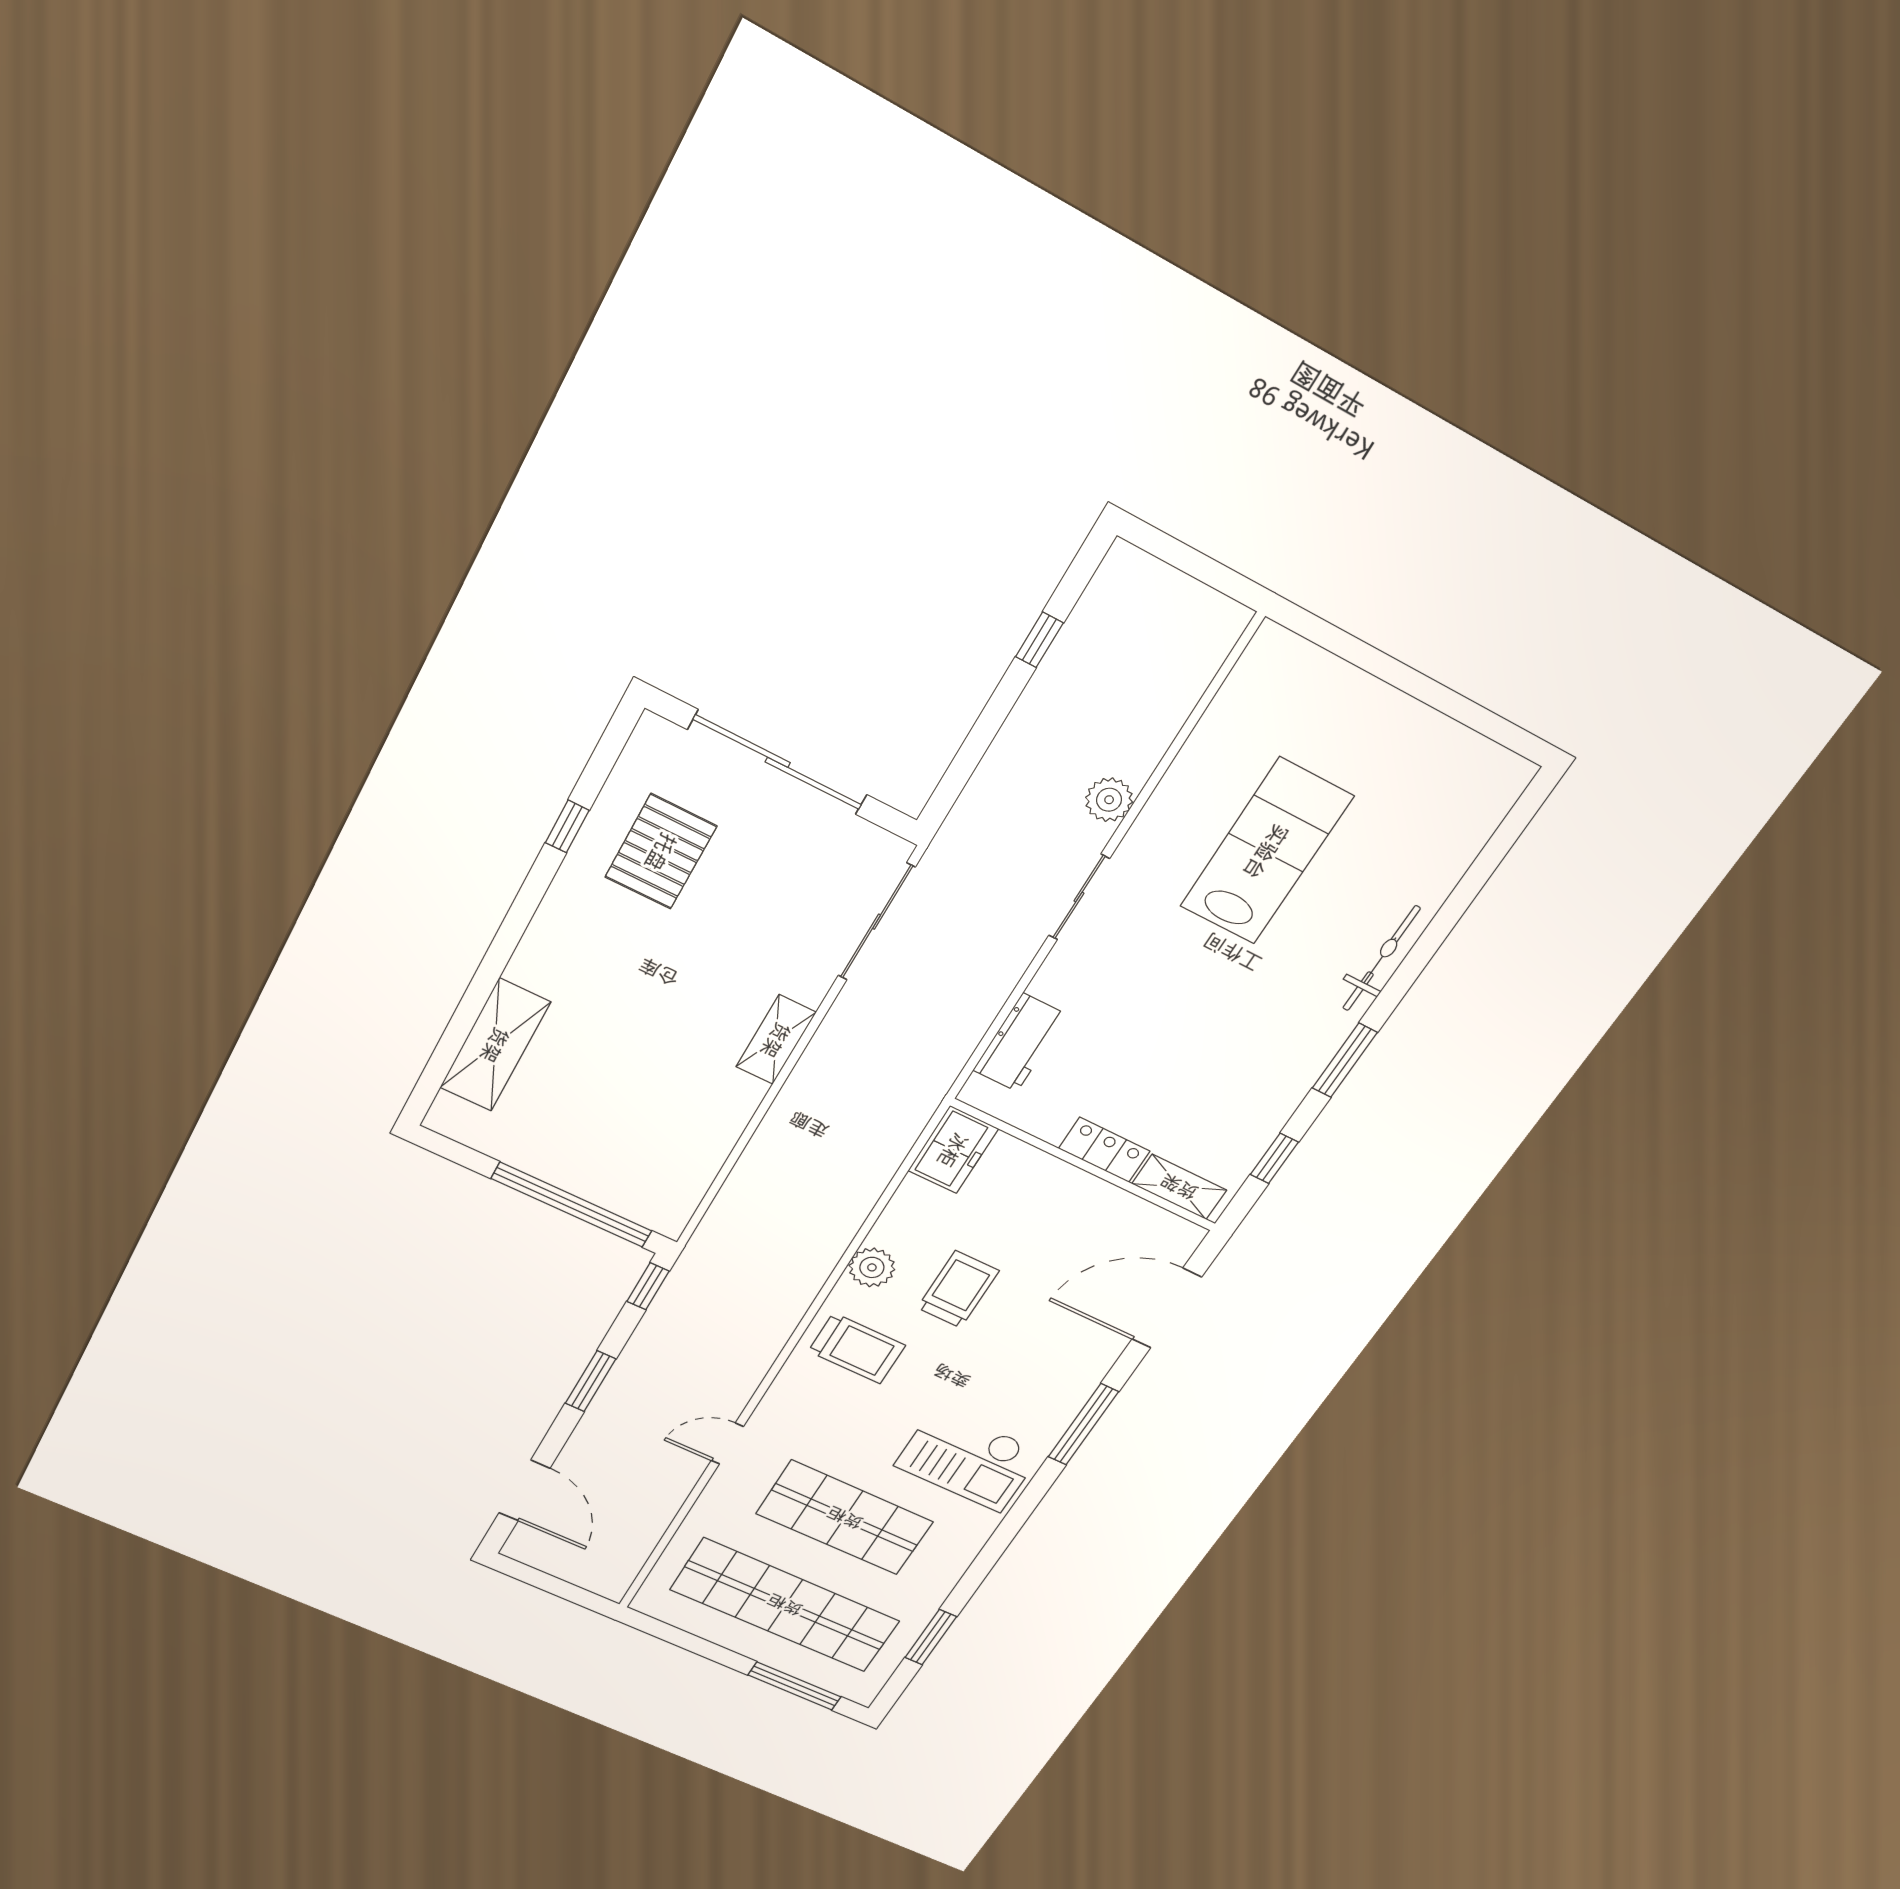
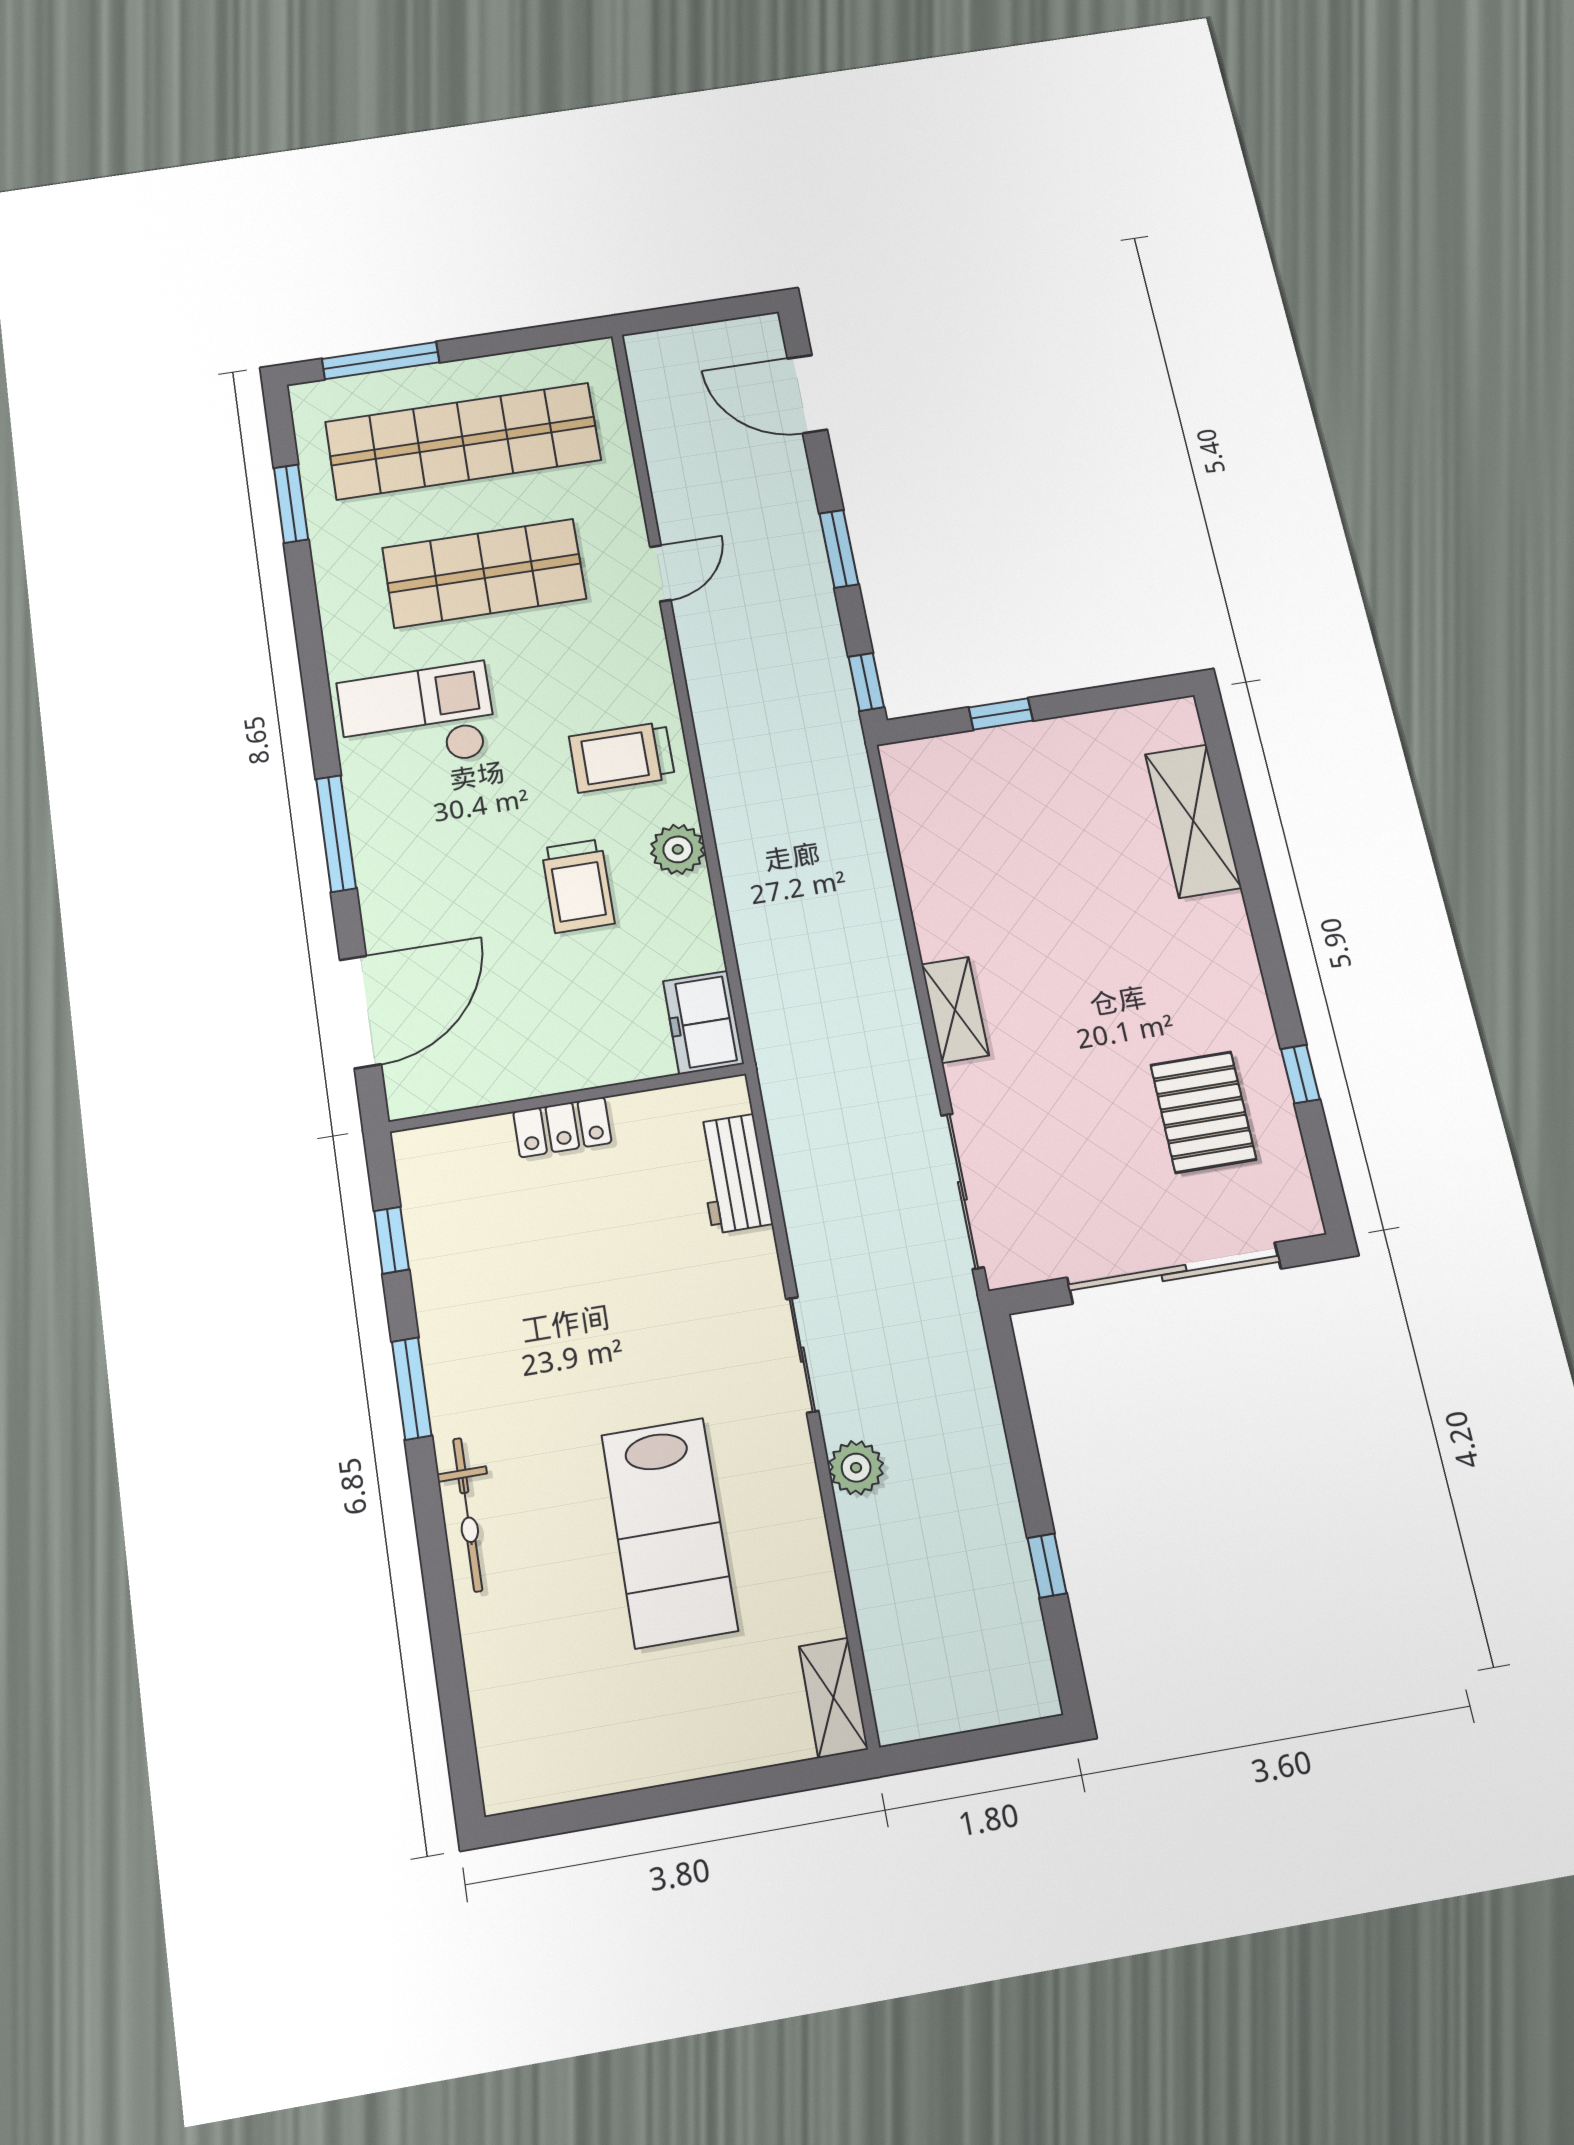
shelving: (1179, 1187) -> (833, 1698), moved, turned 90
window: (572, 1205) -> (1001, 714), width x0.32

